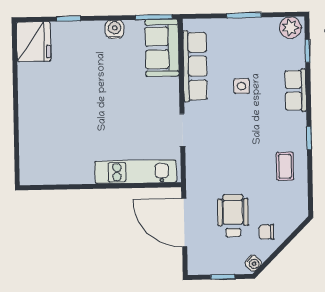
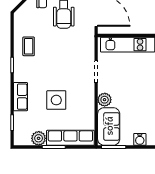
plant: (290, 28) -> (39, 138), moved
row of seats: (195, 66) -> (70, 138), moved, turned 90
side table: (242, 86) -> (56, 100), width x1.87, depth x1.87
plant: (169, 88) -> (105, 100), added

